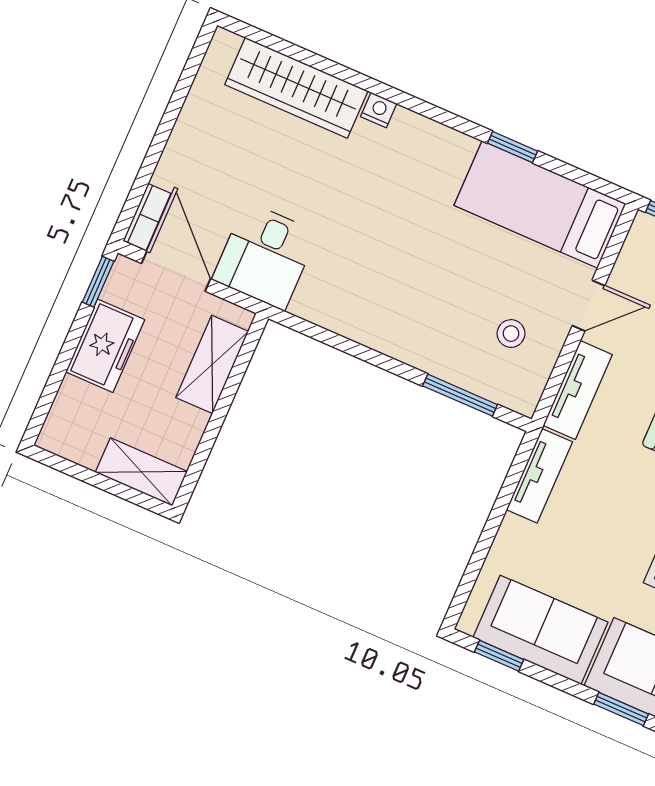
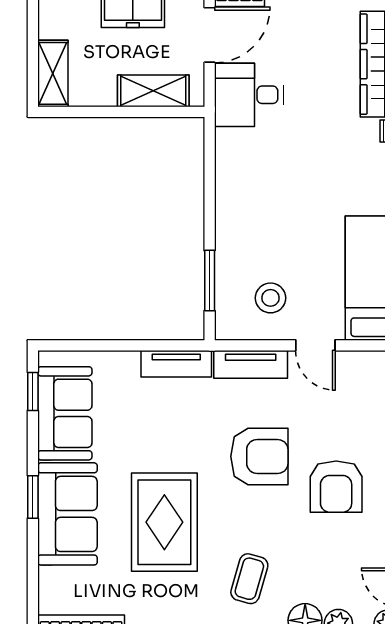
stool: (511, 334) -> (270, 298), width x1.37, depth x1.37

